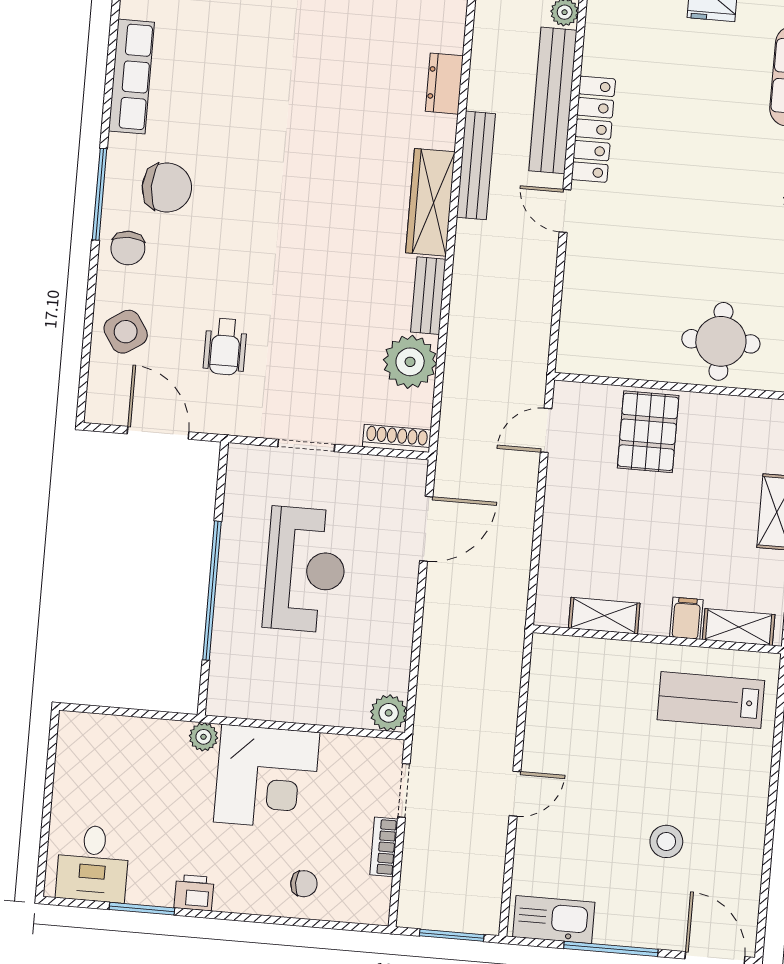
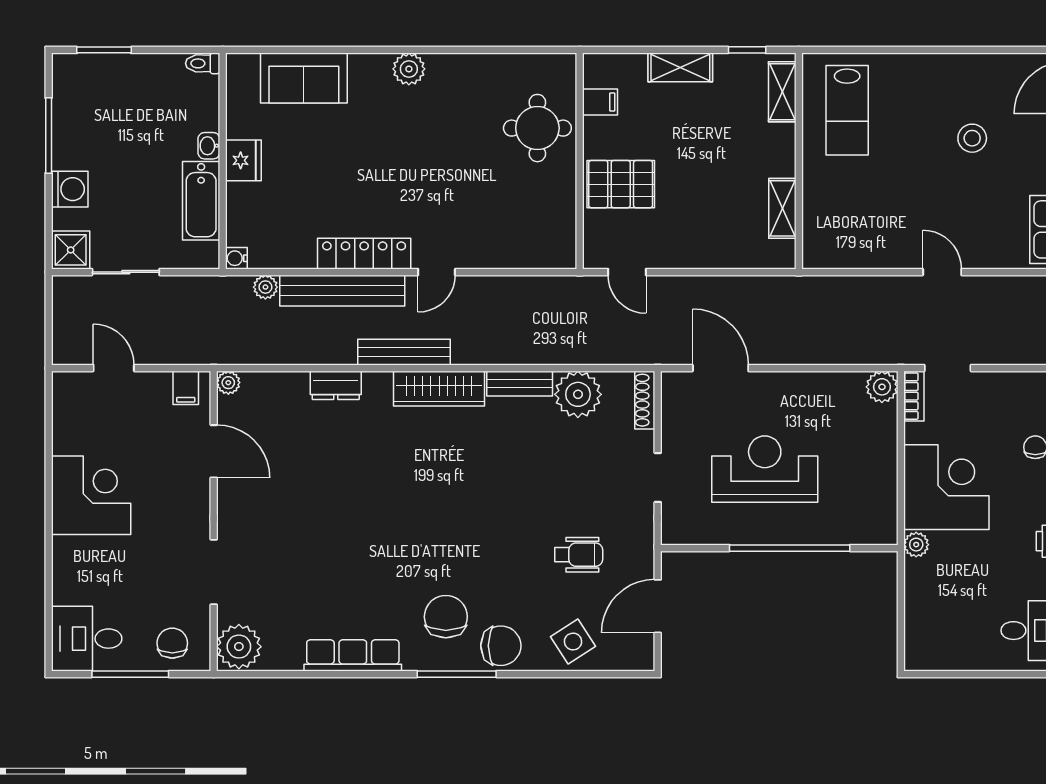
chair: (128, 248) -> (501, 646), width x1.37, depth x1.37
filing cabinet: (686, 618) -> (600, 102), moved, turned 180
bookcase: (384, 847) -> (914, 396), moved, turned -90

